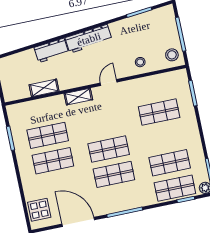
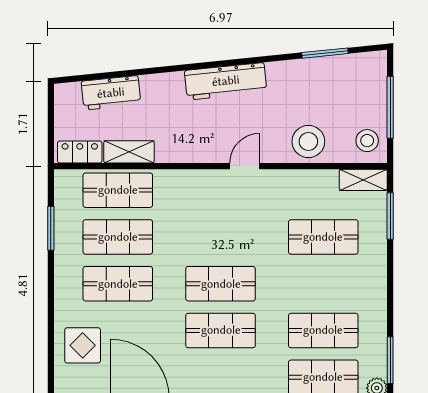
workbench: (51, 50) -> (111, 93), moved
stool: (140, 62) -> (308, 142), width x1.89, depth x1.89
locker: (17, 94) -> (80, 152), added
shelving: (78, 97) -> (363, 180), moved
shop shelf: (42, 110) -> (118, 190), added
display table: (39, 210) -> (83, 345), moved

